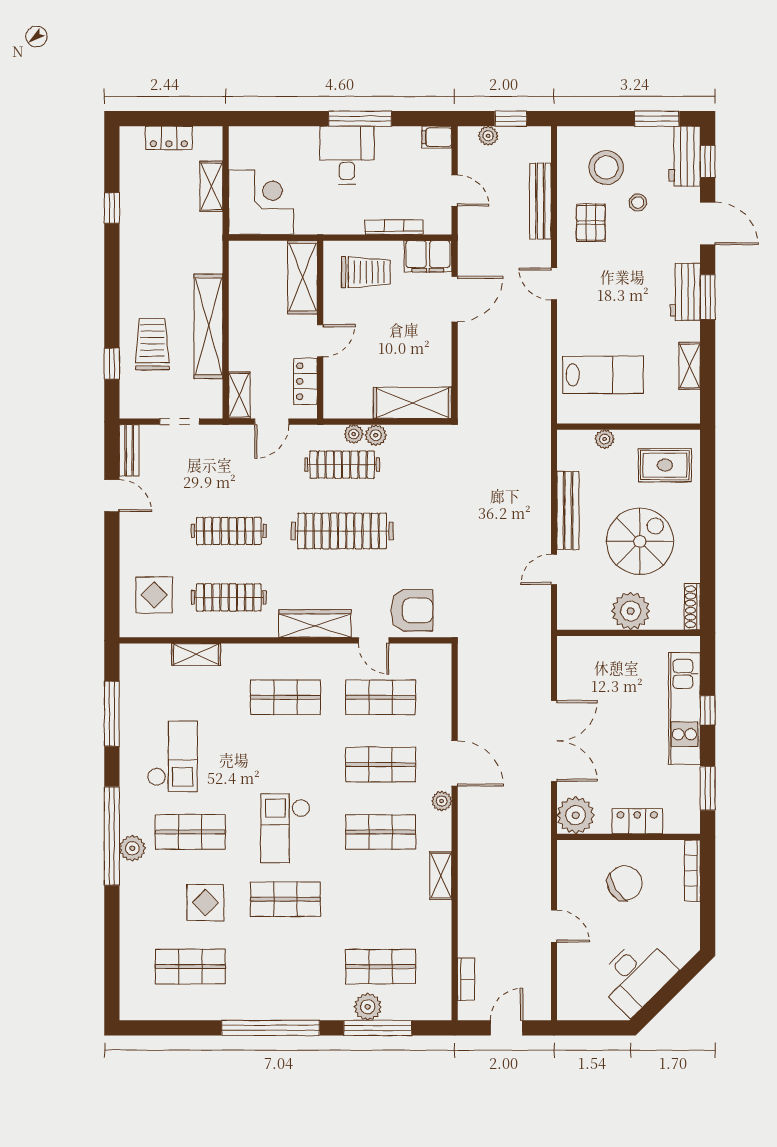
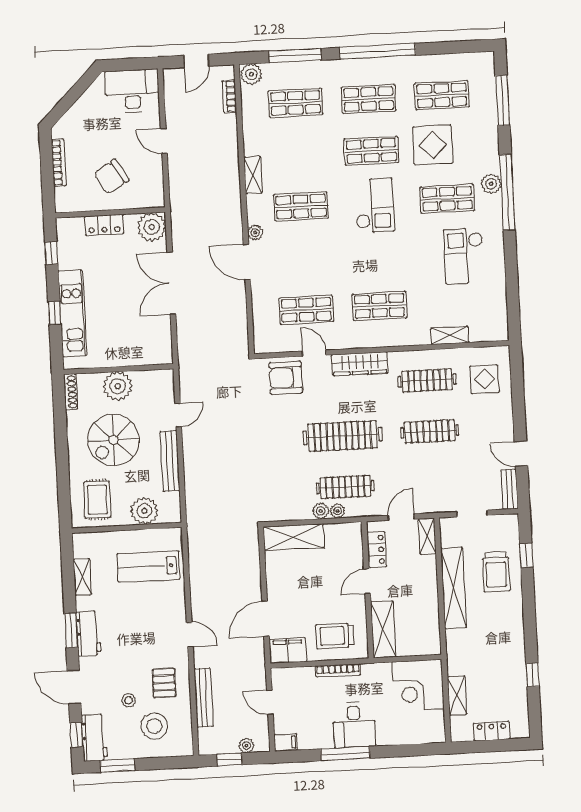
bookcase: (394, 227) -> (338, 670), moved
plant: (605, 439) -> (144, 511), width x1.88, depth x1.88
rug: (665, 465) -> (97, 500), turned 90
window: (112, 714) -> (502, 100), moved
shop shelf: (381, 765) -> (369, 99), moved
window: (708, 788) -> (51, 253), width x0.67
bookcase: (692, 871) -> (58, 163), moved
display table: (205, 903) -> (433, 145), width x1.36, depth x1.36
desk: (636, 976) -> (132, 91), moved, turned 45
plant: (368, 1007) -> (251, 74), moved

